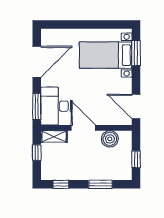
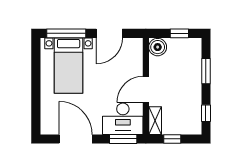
window: (136, 53) -> (66, 33), width x1.44
door: (136, 107) -> (109, 33), moved
boiler: (110, 139) -> (158, 47), moved

